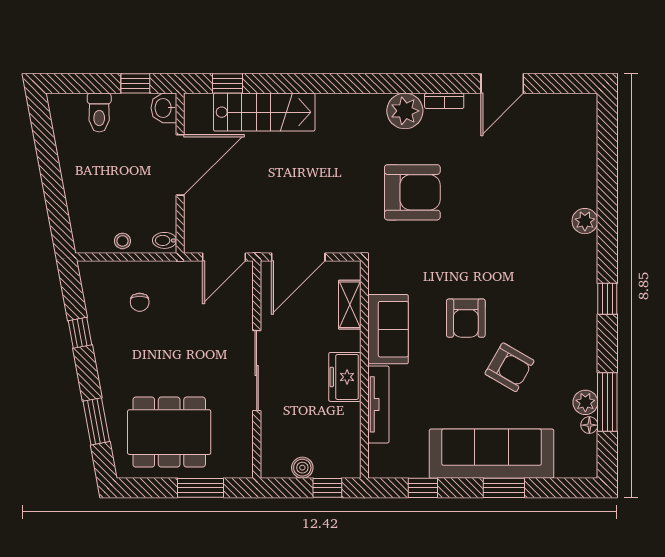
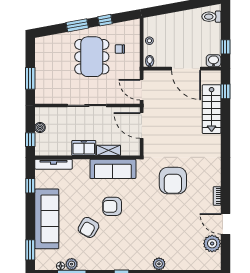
plant: (405, 111) -> (212, 244), moved
toilet: (99, 113) -> (211, 17), moved
shelving: (350, 305) -> (108, 150), moved
sofa: (388, 329) -> (113, 169), width x1.36
tv unit: (378, 404) -> (53, 164), moved
window: (96, 421) -> (77, 25), moved
dining table: (169, 432) -> (92, 57), moved
window: (504, 488) -> (30, 250), moved

